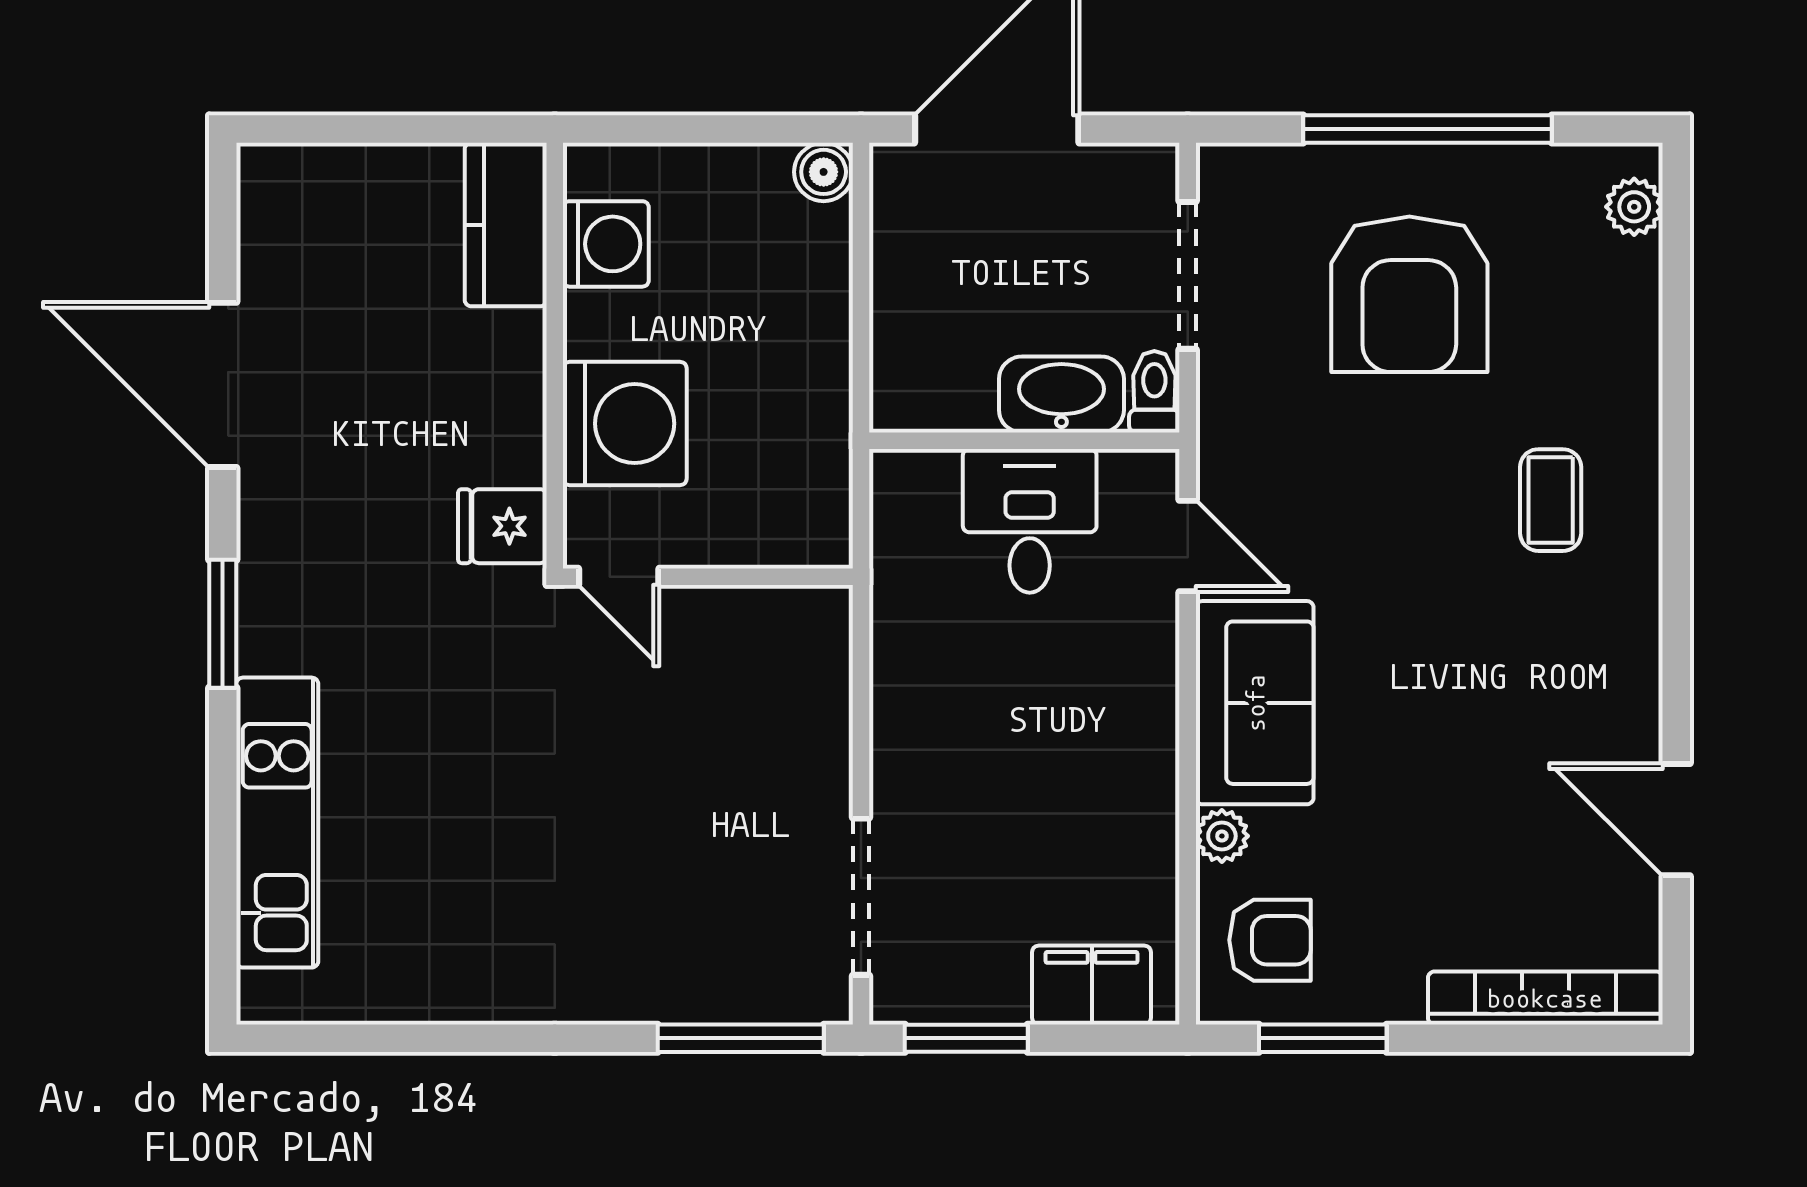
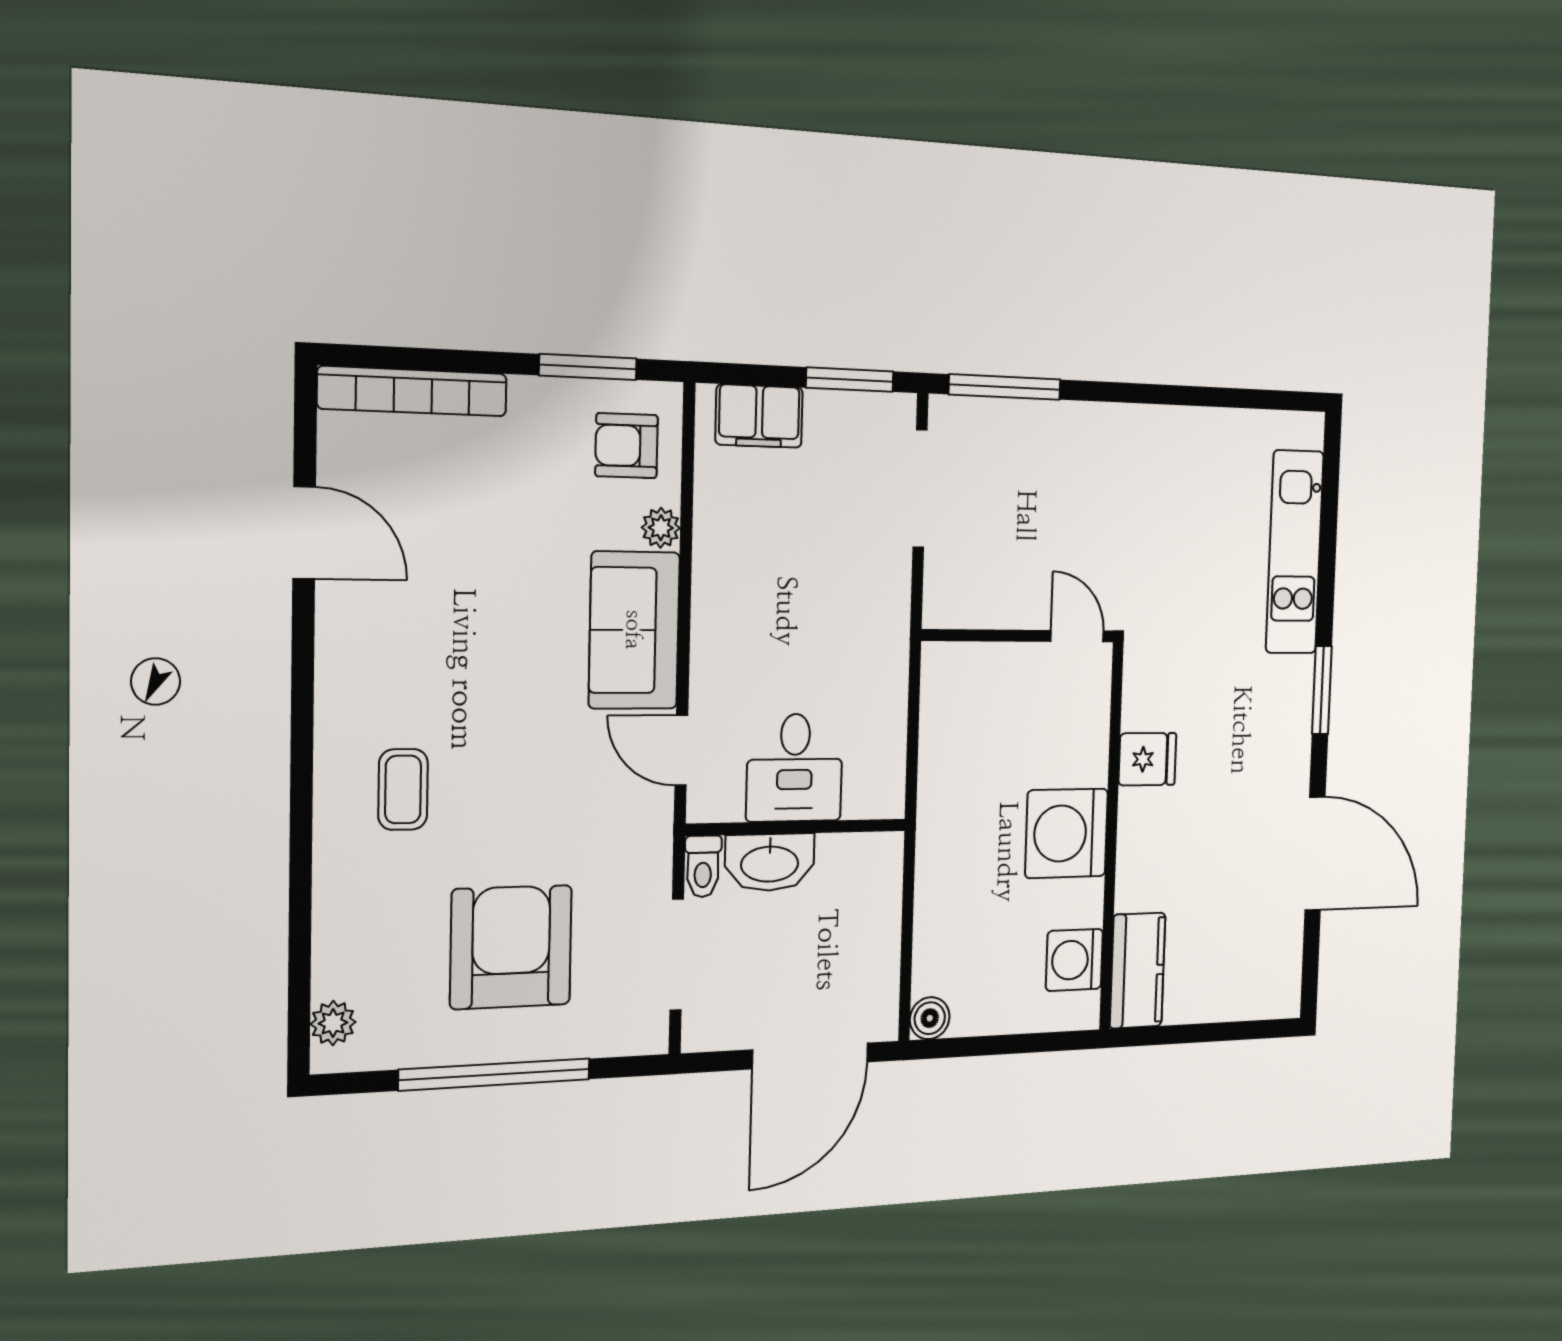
door: (619, 577) -> (1077, 636), moved
wall: (708, 577) -> (1019, 636), moved

